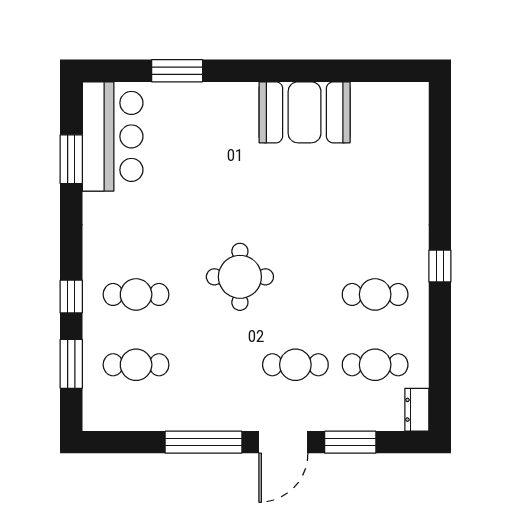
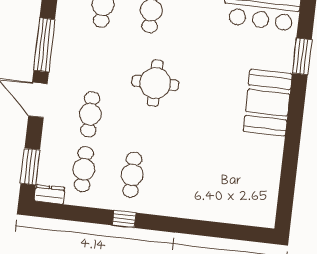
booth: (305, 112) -> (268, 103), moved
window: (440, 266) -> (124, 219), moved
window: (350, 442) -> (30, 167), moved

